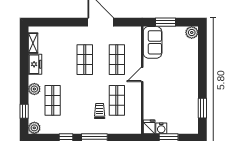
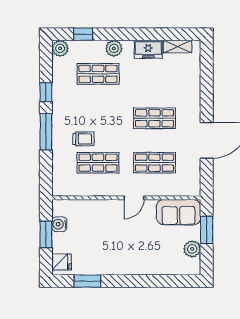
plant: (192, 33) -> (192, 249), moved
door: (142, 75) -> (134, 198), swing flipped
fridge: (149, 127) -> (62, 262), moved

